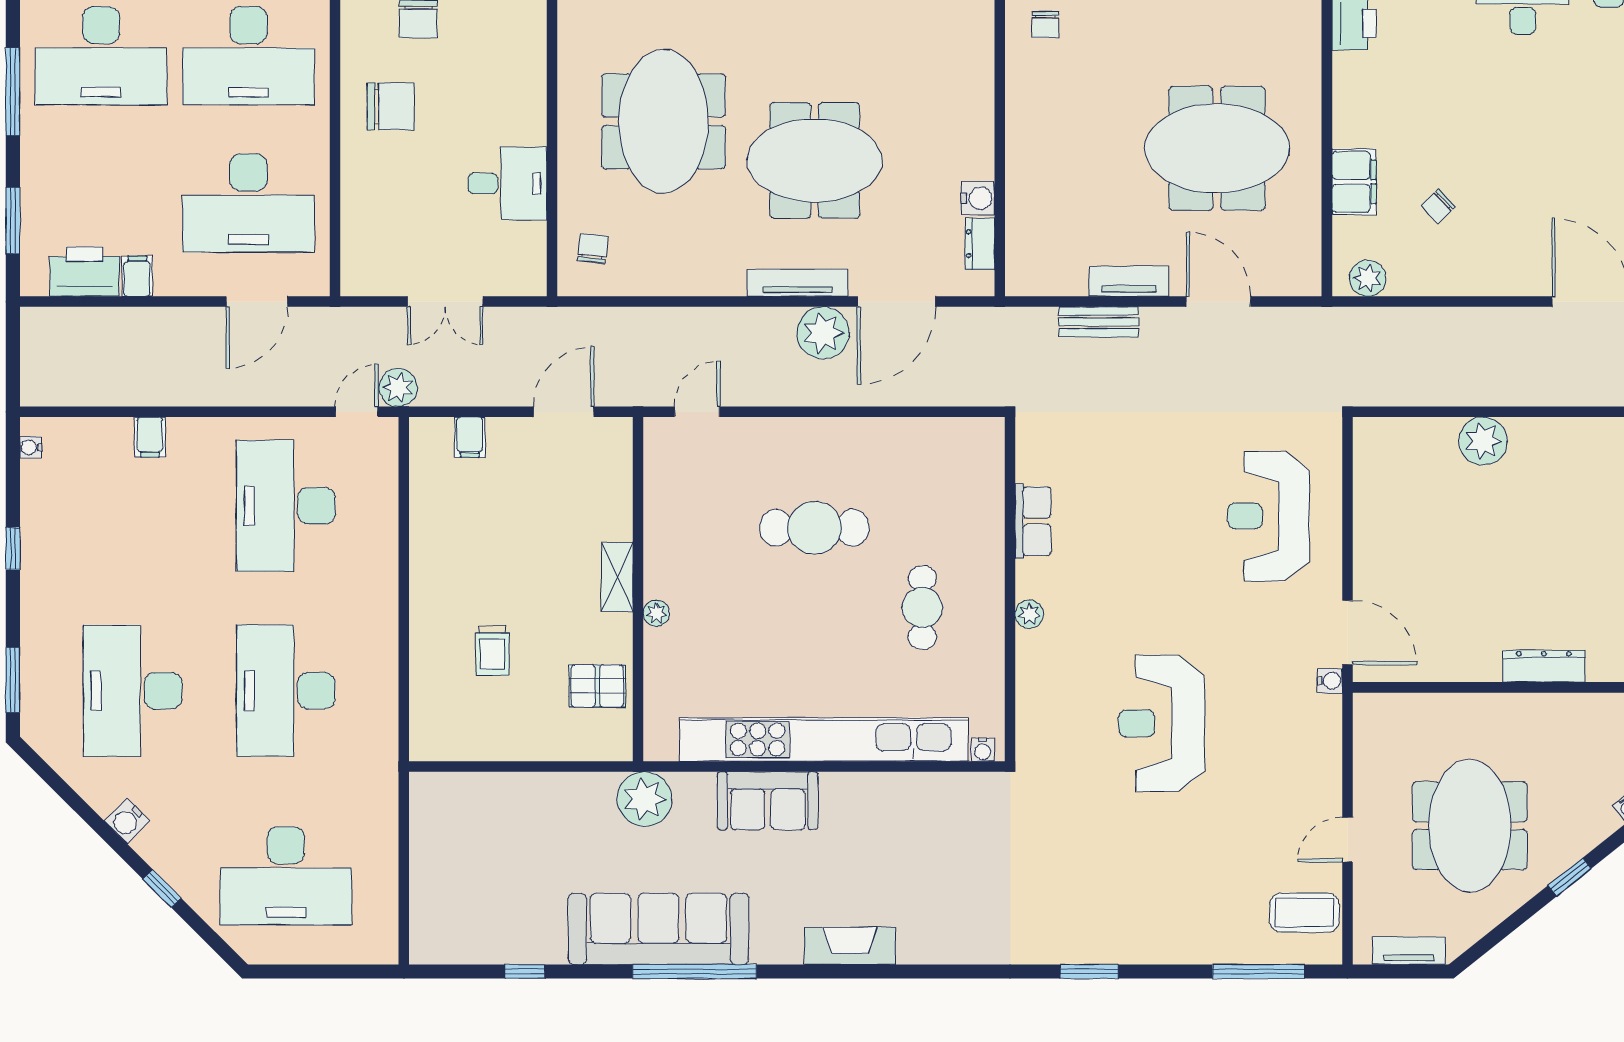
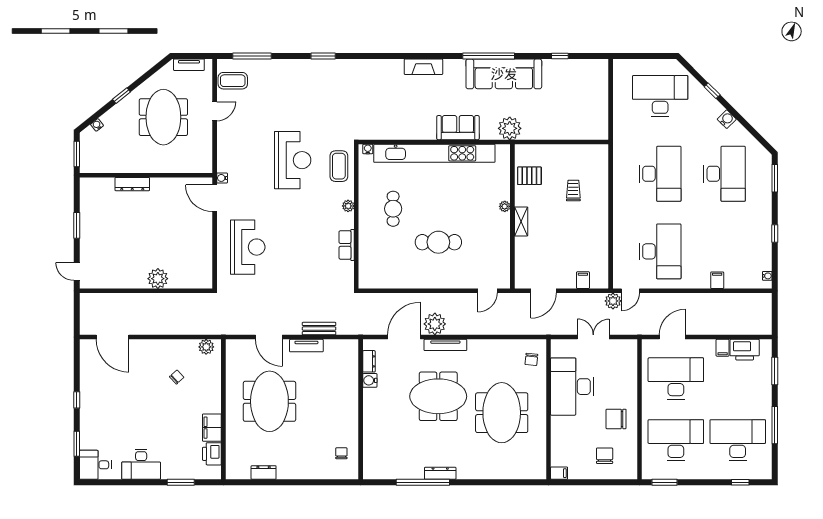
meeting table: (1217, 148) -> (269, 401), turned 90
filing cabinet: (1354, 182) -> (212, 428), moved
desk: (507, 184) -> (572, 387), width x1.87, depth x1.30
coffee table: (1052, 709) -> (339, 166), added

